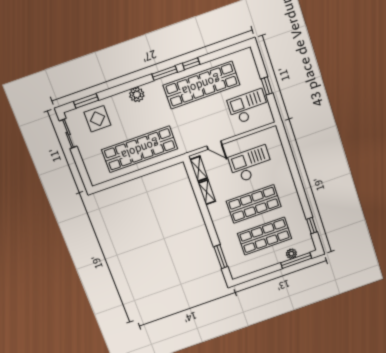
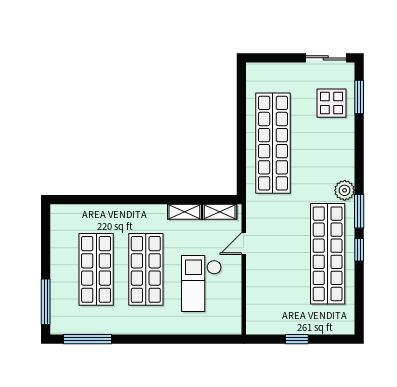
plant: (137, 95) -> (345, 190), moved
checkout: (248, 107) -> (279, 306), removed
checkout: (251, 164) -> (201, 284), turned 180
window: (312, 225) -> (88, 339), width x2.17
plant: (291, 254) -> (58, 298), removed
window: (221, 257) -> (89, 200), removed

